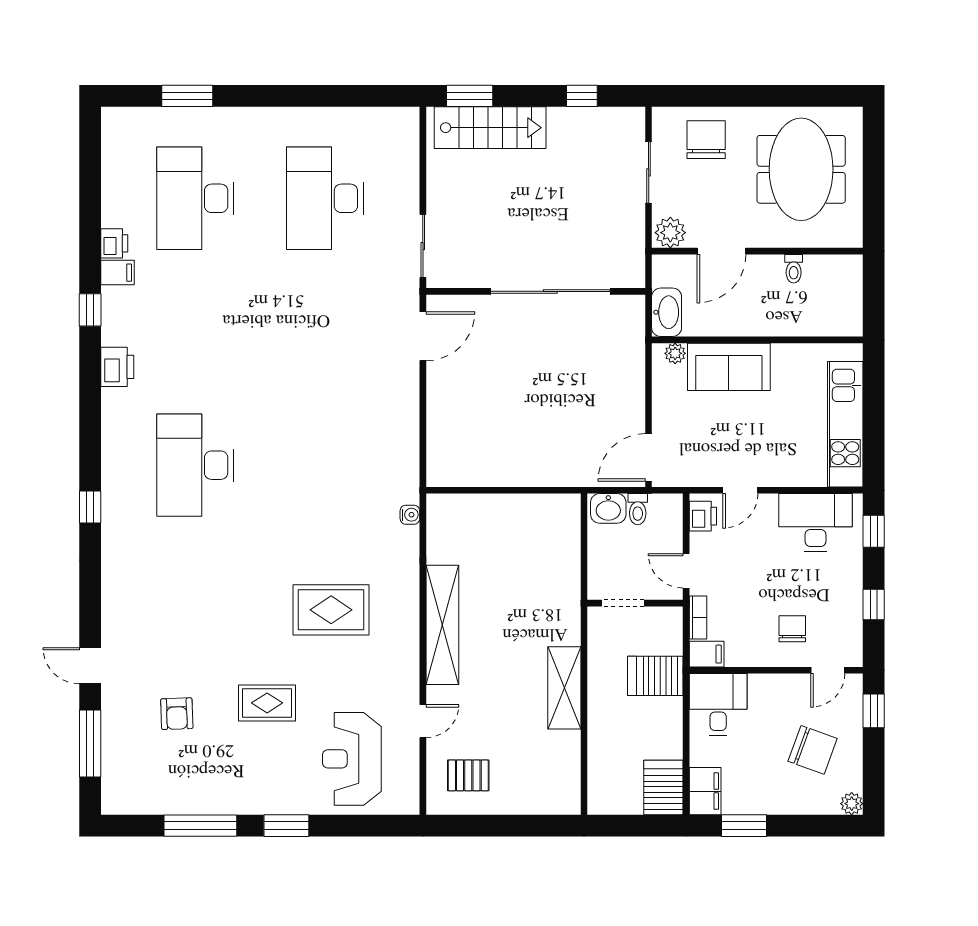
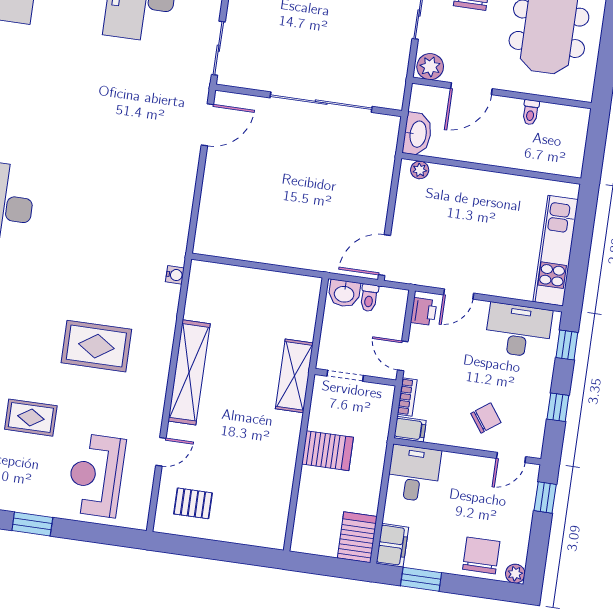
sofa: (729, 367) -> (464, 188), removed
chair: (792, 629) -> (486, 418), turned 54
server rack: (655, 676) -> (328, 451), moved, turned 180
shelving: (564, 688) -> (294, 376), moved
chair: (813, 750) -> (481, 555), moved, turned -110

